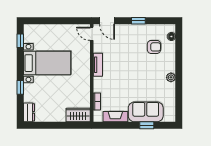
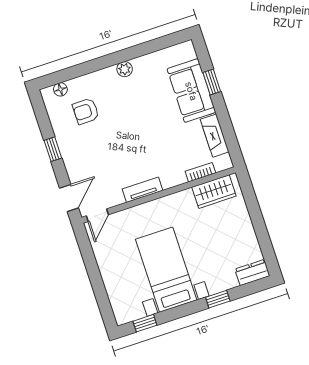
armchair: (154, 47) -> (86, 111), turned -90
wardrobe: (78, 115) -> (214, 192), moved, turned -90

